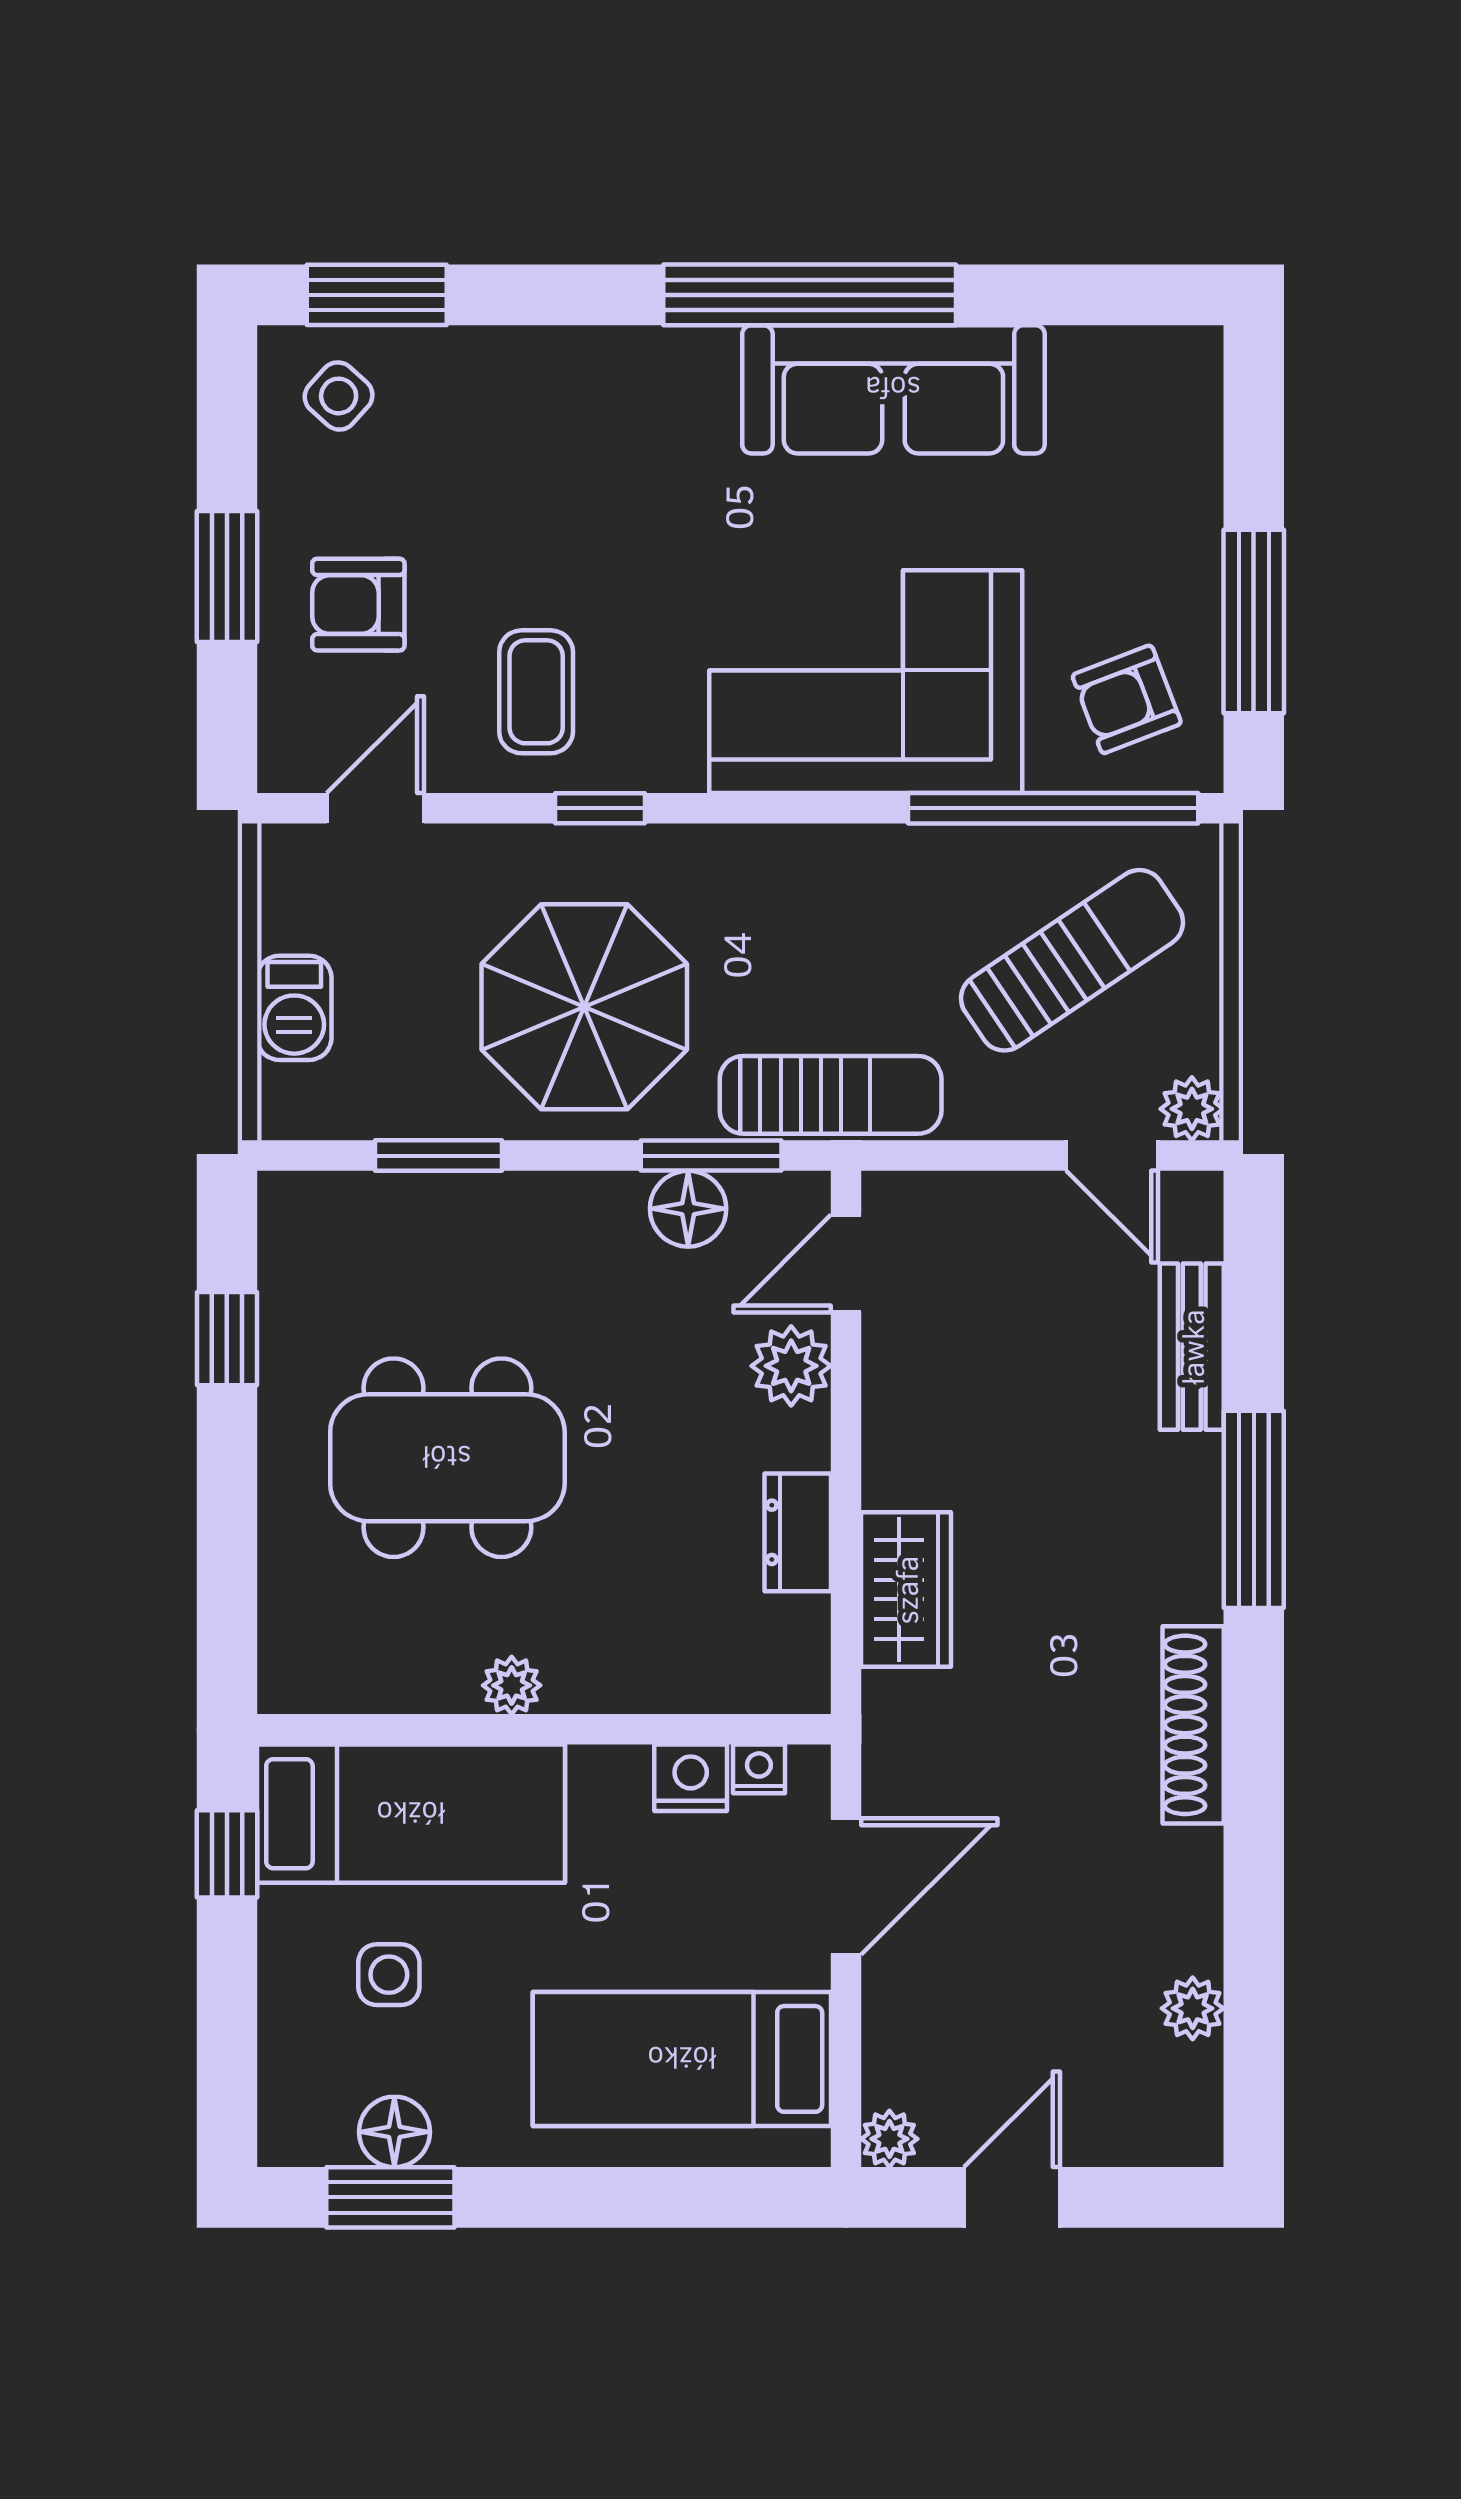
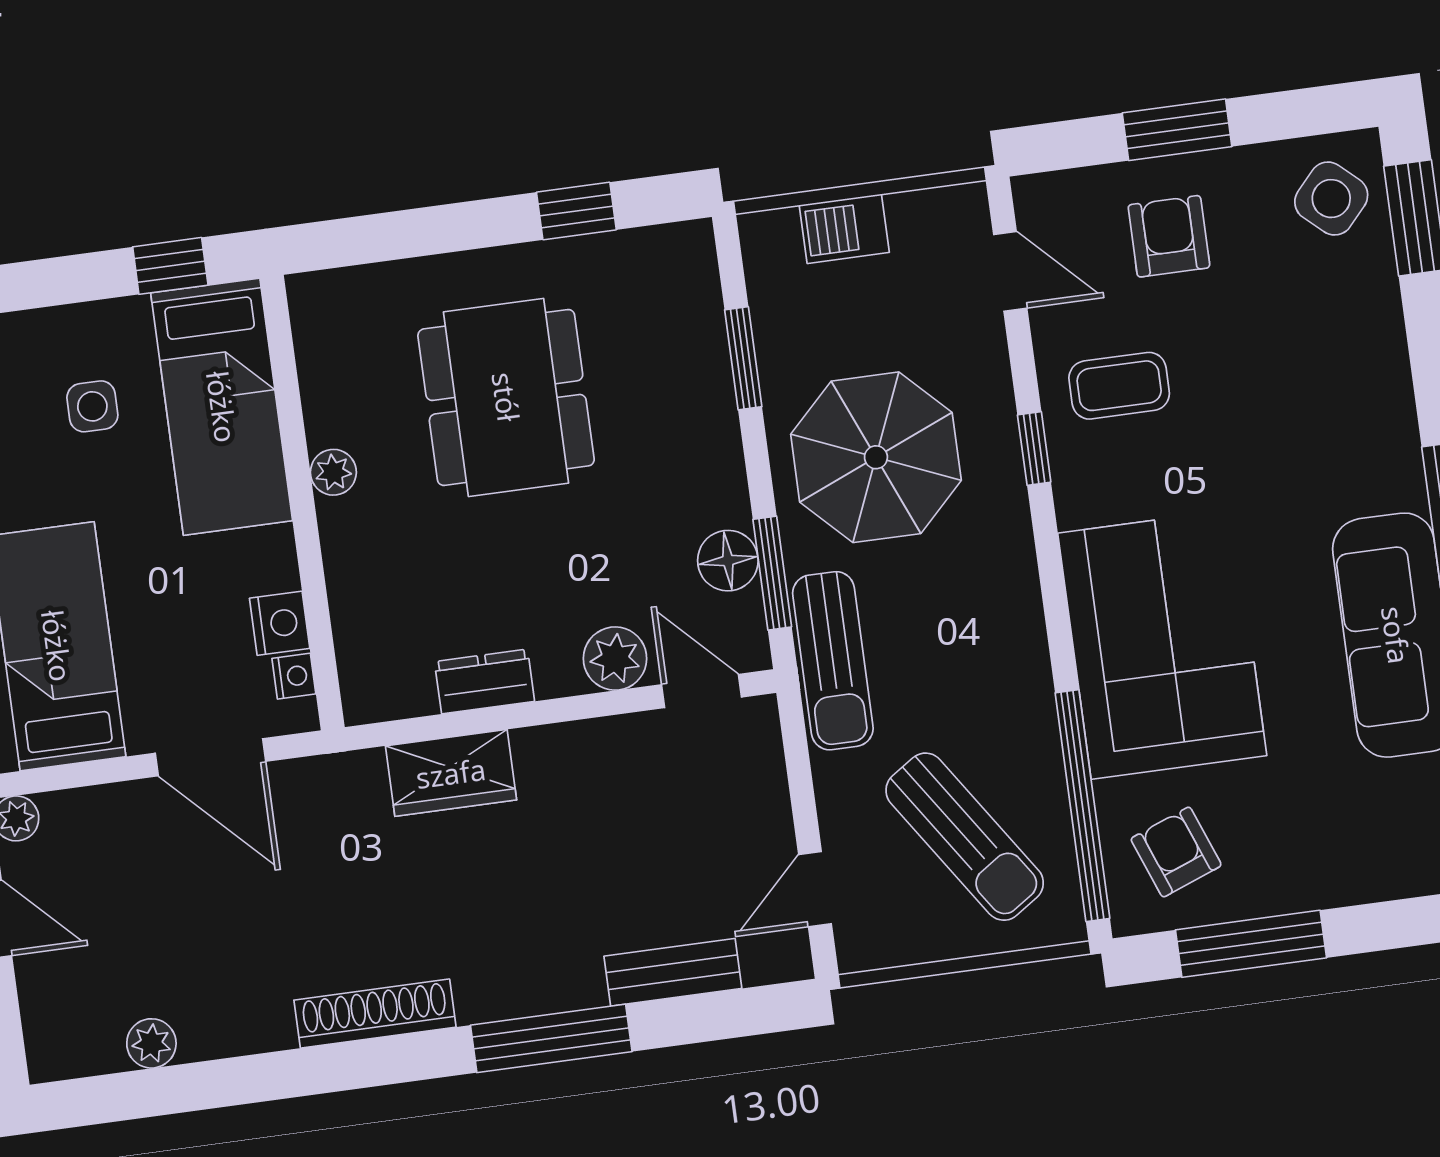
side table: (339, 396) -> (1331, 199), width x1.37, depth x1.37
plant: (1192, 1109) -> (860, 947), removed

